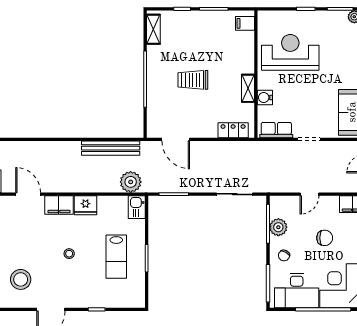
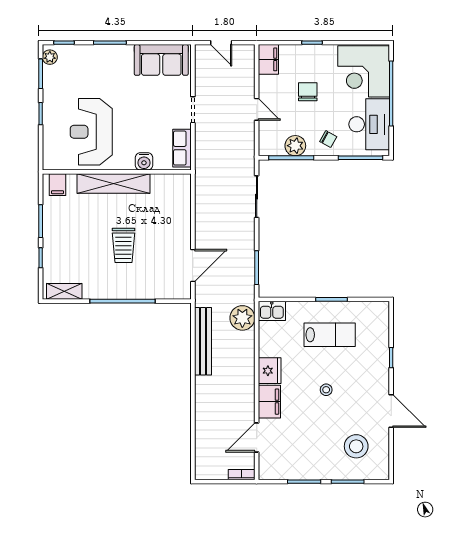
shelving: (248, 88) -> (113, 184), width x2.20, depth x1.33
locker: (233, 130) -> (182, 199), removed

